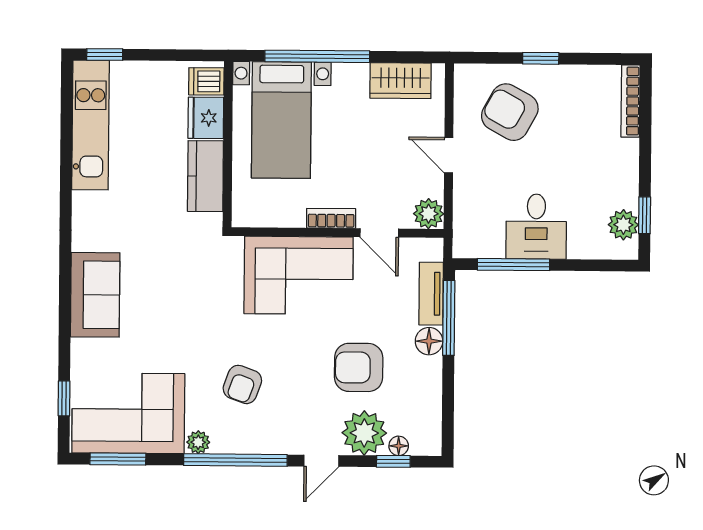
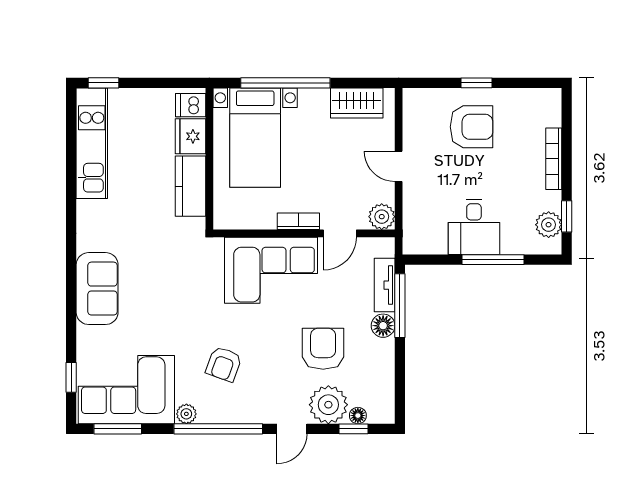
bookcase: (630, 101) -> (554, 159), moved
armchair: (510, 112) -> (472, 127), moved, turned 151
door: (379, 233) -> (340, 233), hinge flipped
window: (513, 265) -> (493, 260), moved
armchair: (359, 367) -> (323, 349), turned 90

